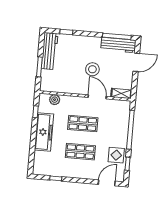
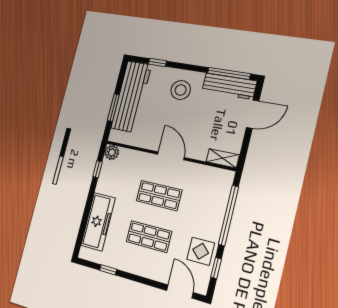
workbench: (50, 51) -> (131, 97), width x1.36, depth x1.32
stool: (92, 69) -> (181, 90), moved
door: (97, 97) -> (171, 156), moved
plant: (55, 100) -> (112, 152), moved
freezer: (44, 132) -> (98, 222), moved
door: (107, 183) -> (180, 291), hinge flipped

